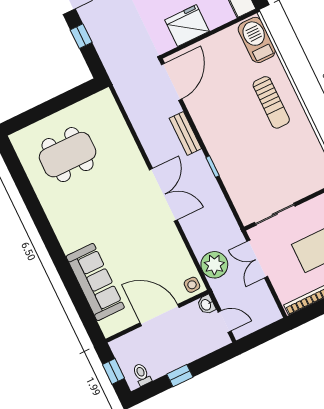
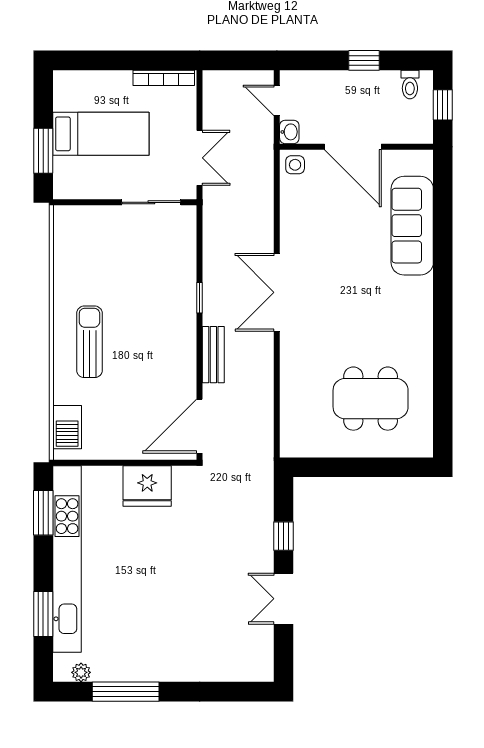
barbecue: (257, 40) -> (67, 427), width x0.73, depth x0.83
plant: (214, 265) -> (256, 176), removed

